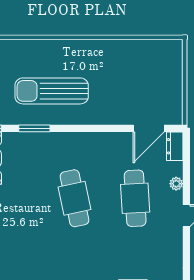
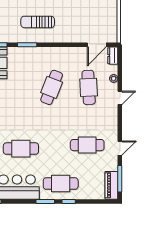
sun lounger: (52, 91) -> (38, 22), width x0.73, depth x0.75
cafe table: (74, 198) -> (52, 87), turned 33

